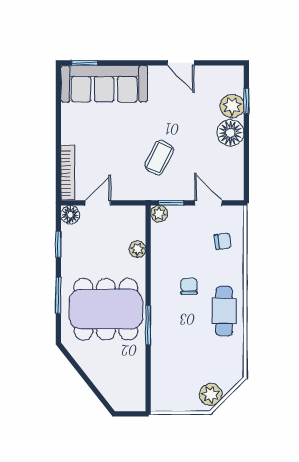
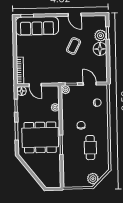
coffee table: (159, 158) -> (74, 46), moved
door: (98, 203) -> (35, 85), swing flipped
cafe table: (224, 311) -> (90, 148), moved

